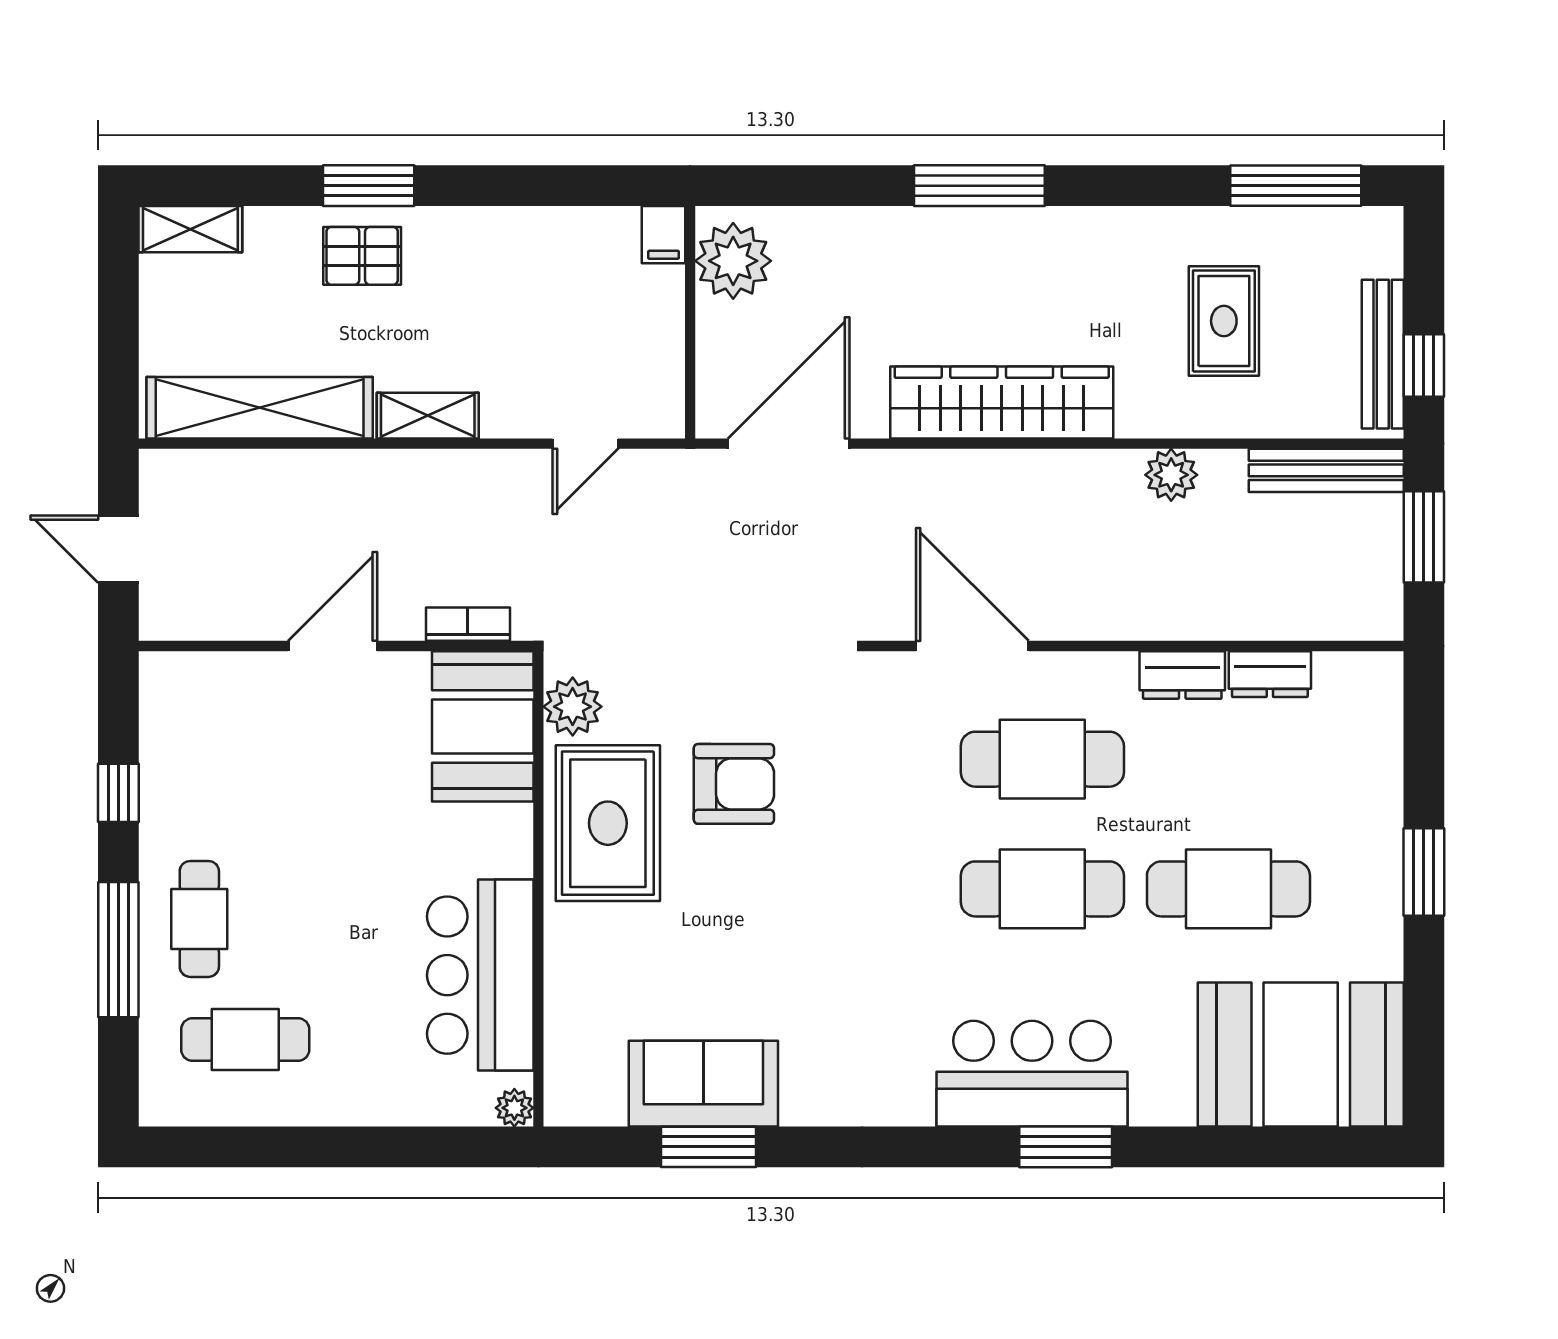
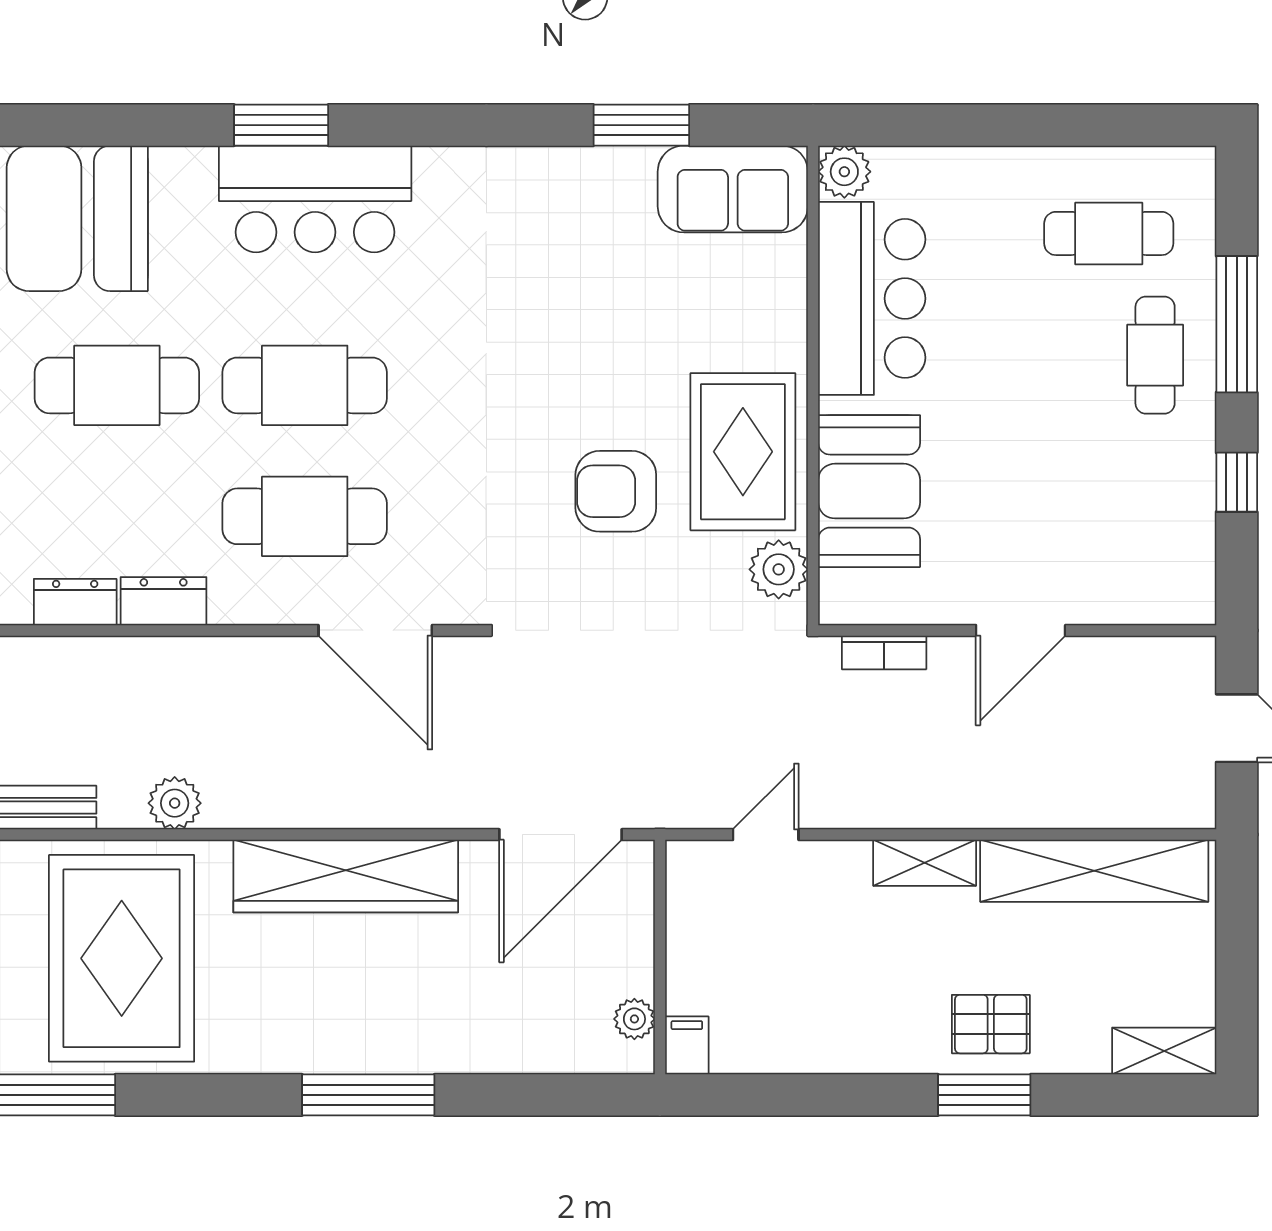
plant: (733, 261) -> (634, 1019), width x0.53, depth x0.53
rug: (1224, 321) -> (122, 958), width x1.86, depth x2.06
booth: (483, 726) -> (869, 491), moved
sofa: (703, 1084) -> (733, 189), moved
plant: (514, 1108) -> (844, 172), width x1.38, depth x1.38

